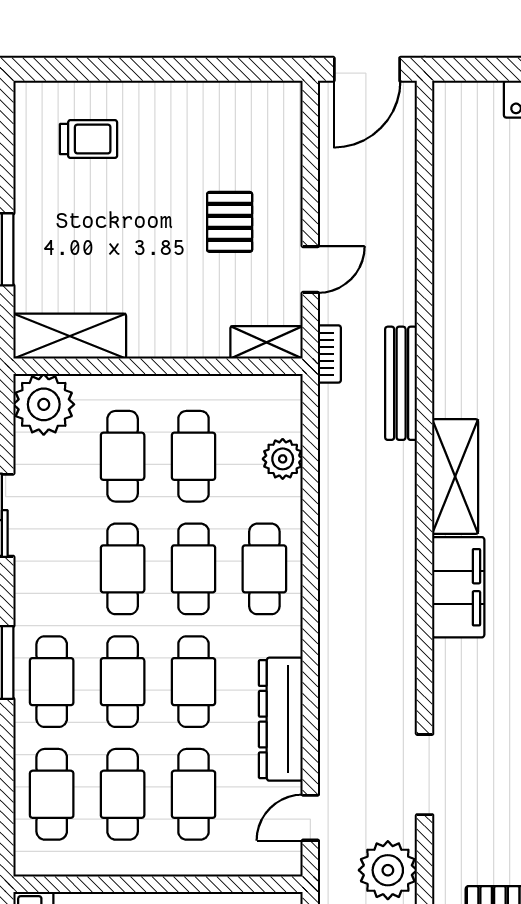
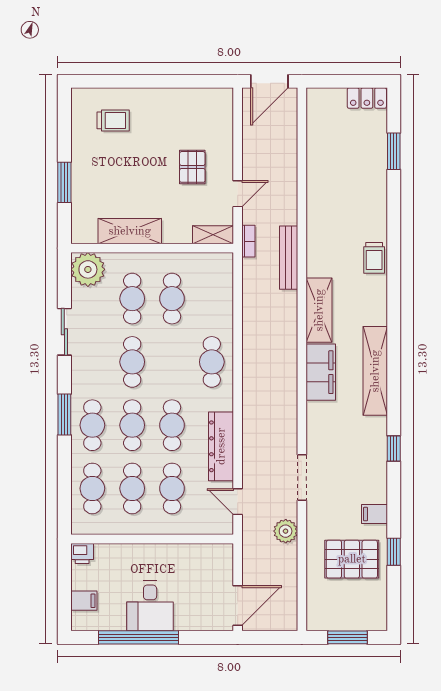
shelving: (70, 336) -> (130, 231), moved
plant: (283, 459) -> (222, 300), removed
cafe table: (193, 569) -> (172, 362), removed
door: (310, 818) -> (238, 502), hinge flipped
plant: (388, 870) -> (286, 531), width x0.73, depth x0.73

